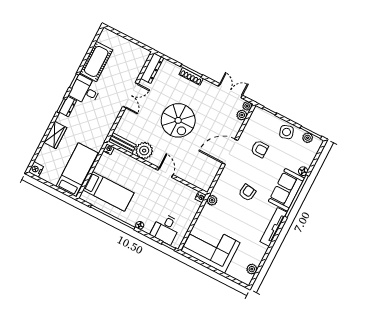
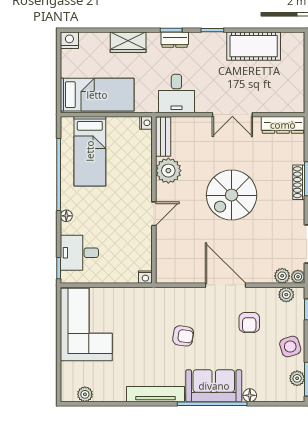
desk: (85, 90) -> (176, 94), moved, turned 180
plant: (212, 200) -> (286, 295), moved

